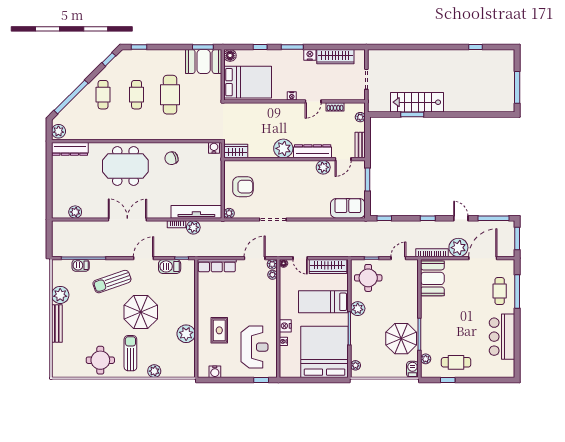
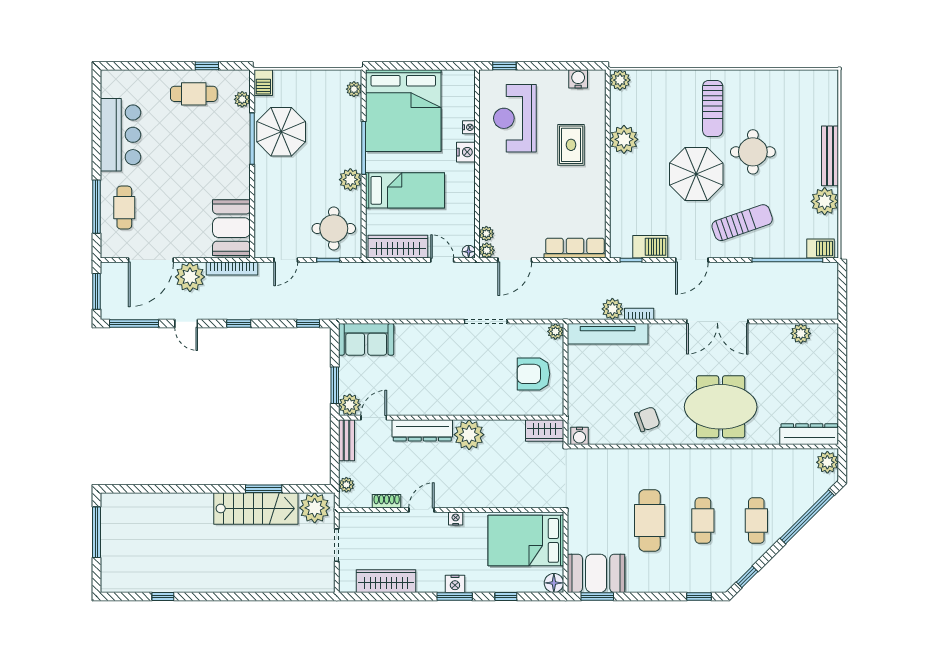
nightstand: (310, 55) -> (455, 584), moved
plant: (380, 103) -> (315, 508), added
plant: (323, 167) -> (350, 405), moved
barbecue: (81, 265) -> (820, 248), moved
round table: (100, 360) -> (753, 152), moved
plant: (154, 371) -> (620, 80), moved

